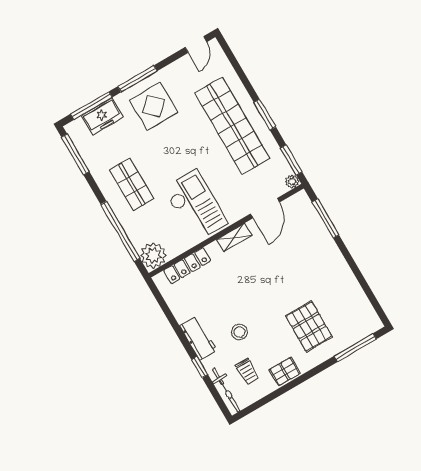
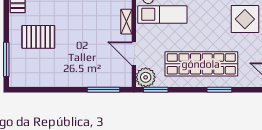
window: (265, 115) -> (219, 90), moved
plant: (292, 181) -> (146, 77), width x1.87, depth x1.87

